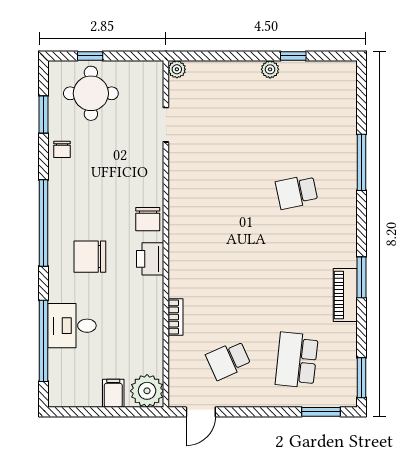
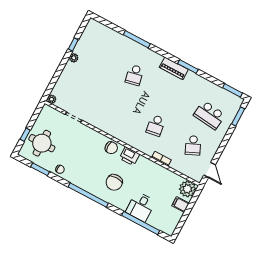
school desk: (228, 276) -> (156, 125), added
piano: (345, 295) -> (174, 68), moved

